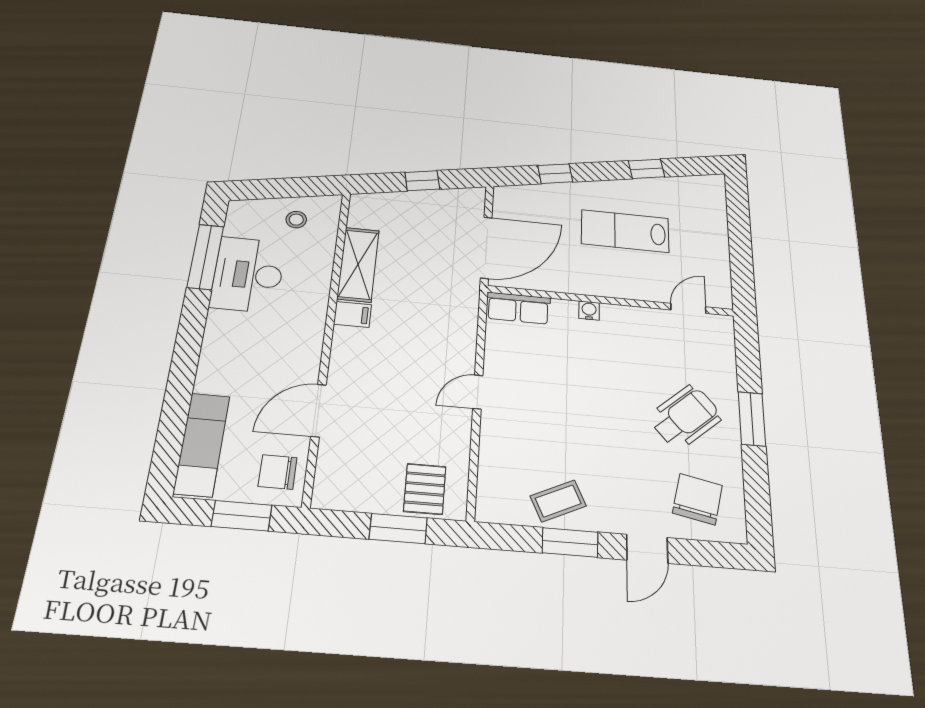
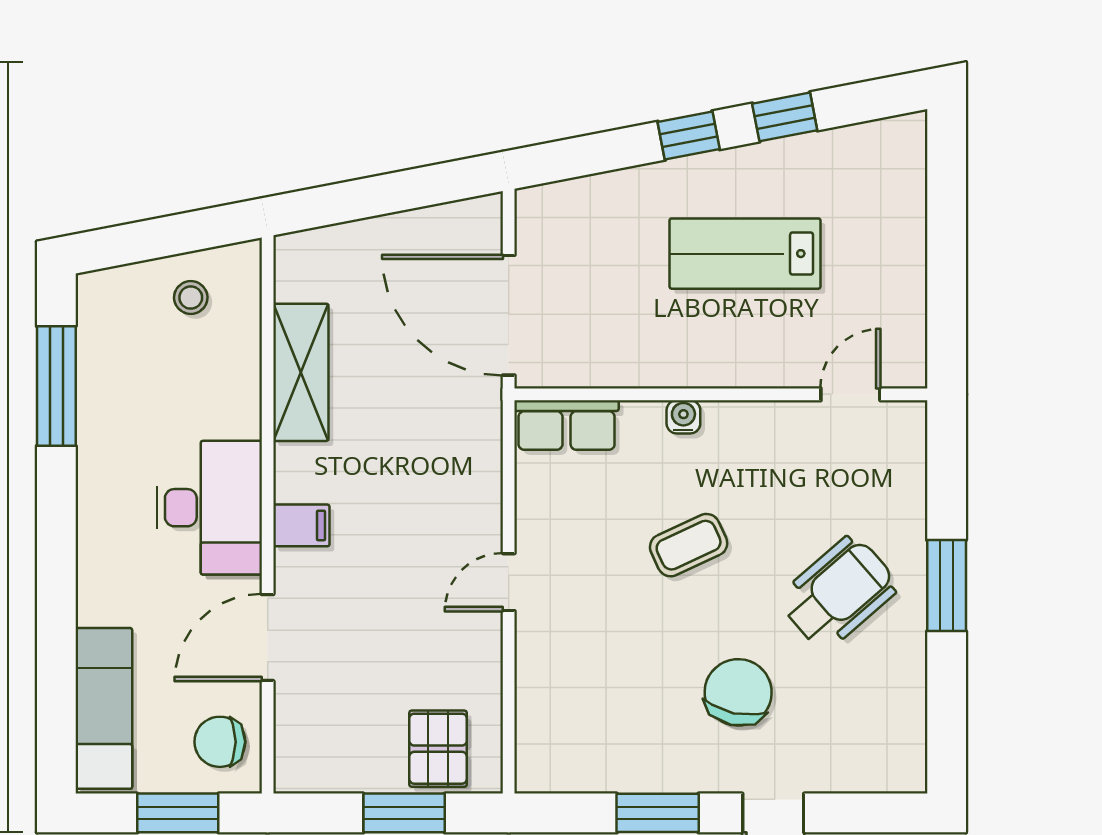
window: (555, 174) -> (689, 135), moved
window: (422, 181) -> (392, 193), removed
door: (486, 248) -> (509, 315), swing flipped
desk: (248, 275) -> (209, 508), moved, turned 180
filing cabinet: (353, 314) -> (301, 525), moved
chair: (697, 499) -> (738, 692), moved
coffee table: (558, 501) -> (689, 545), moved

